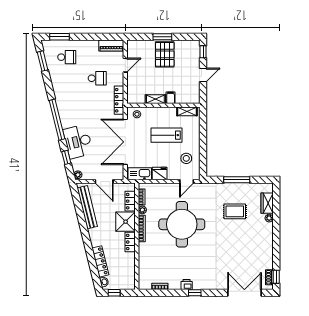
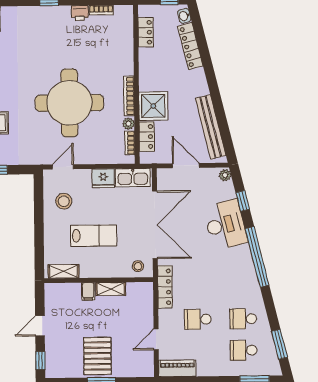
school desk: (67, 78) -> (243, 319), added
locker: (130, 242) -> (146, 32), moved
printer: (187, 284) -> (80, 13), moved

